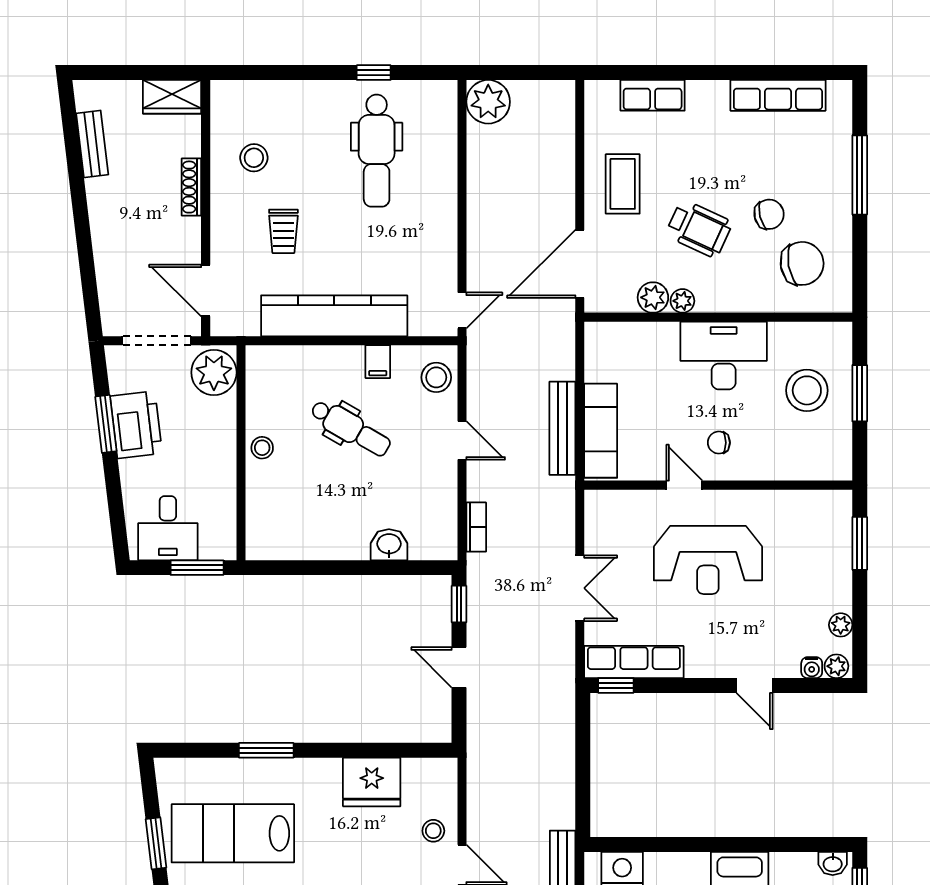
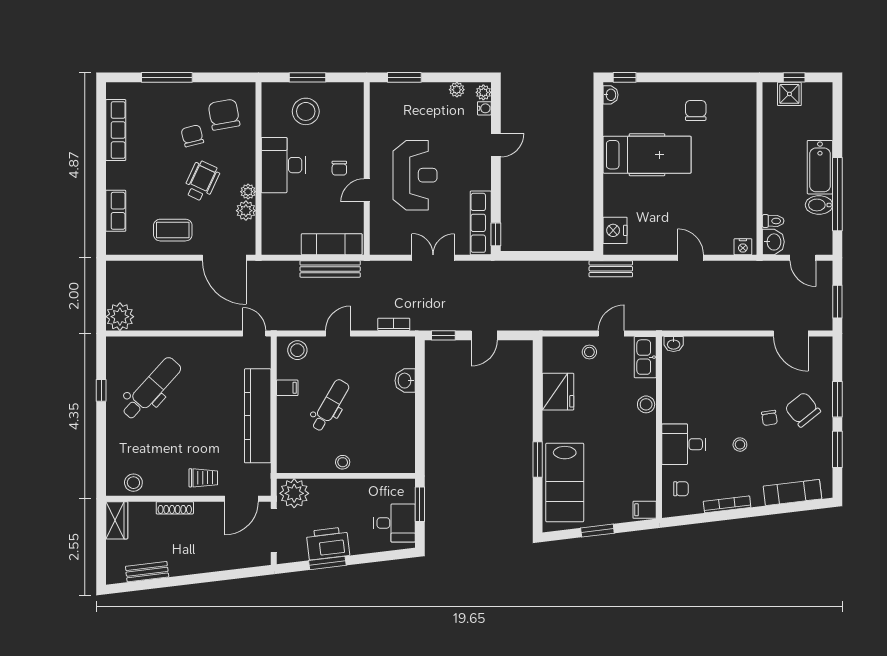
dental chair: (377, 151) -> (151, 389), turned -48
stool: (254, 158) -> (133, 483), moved
trolley: (283, 231) -> (203, 478), moved
lab bench: (233, 833) -> (565, 482), moved

